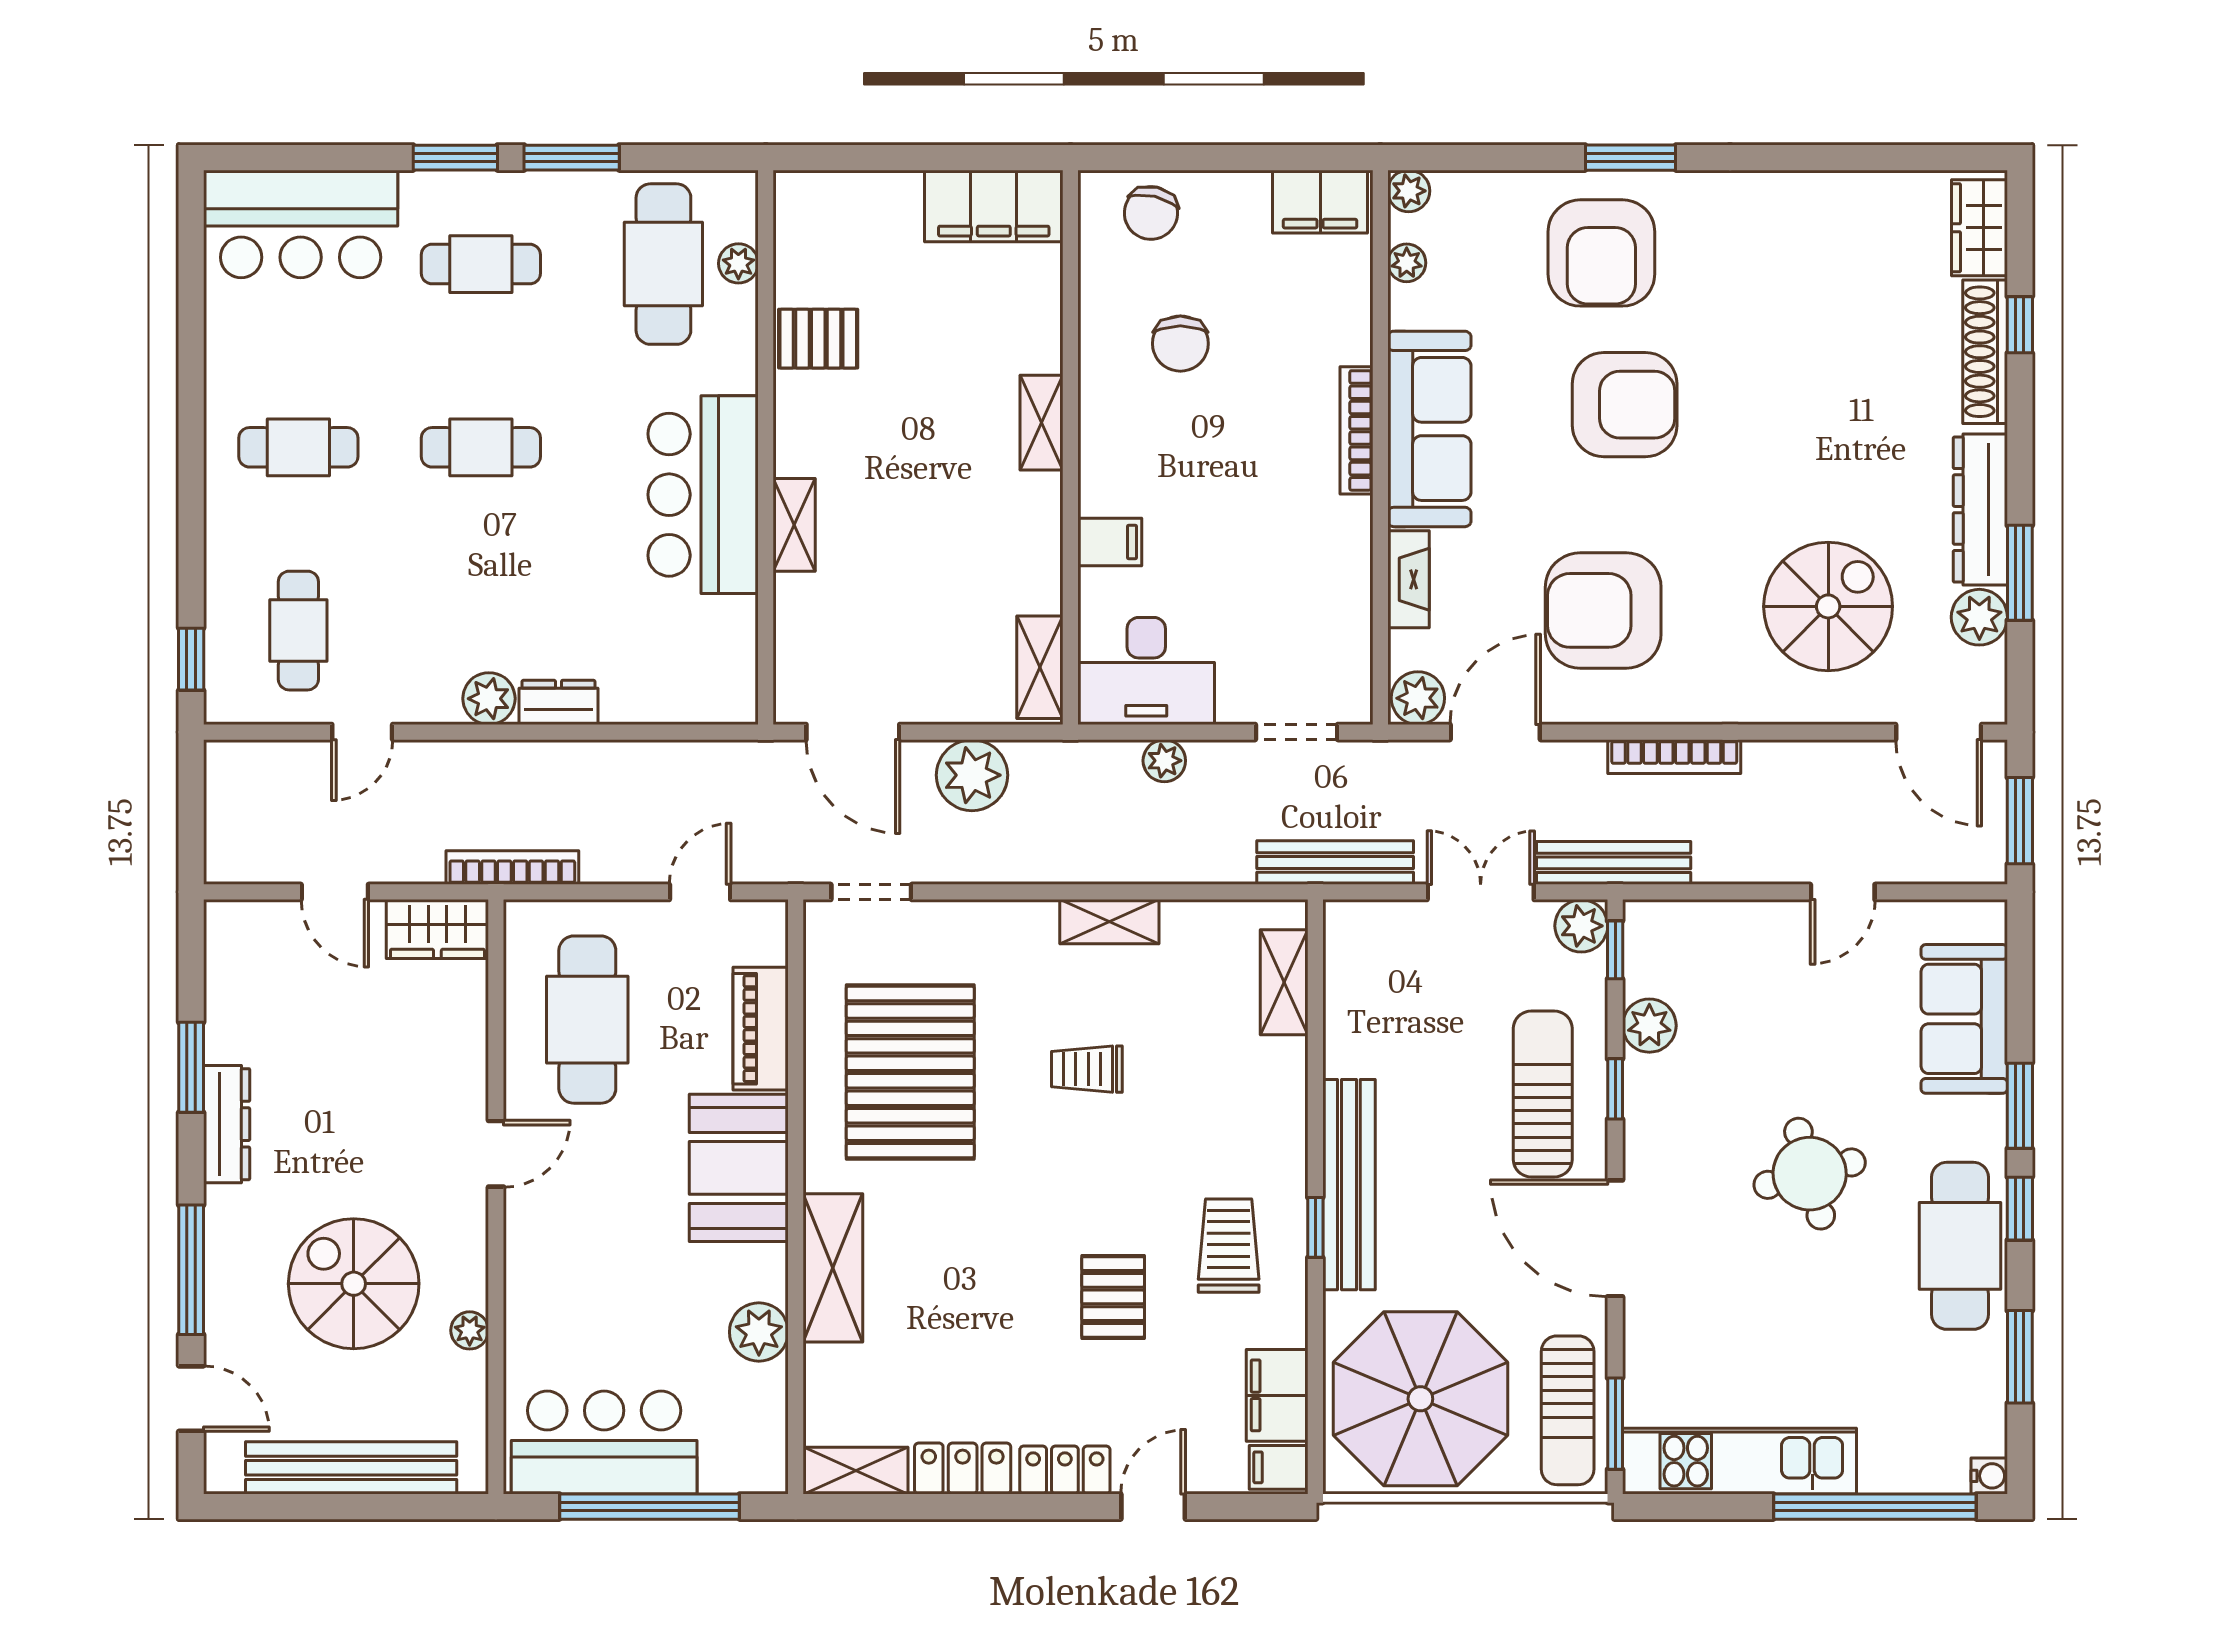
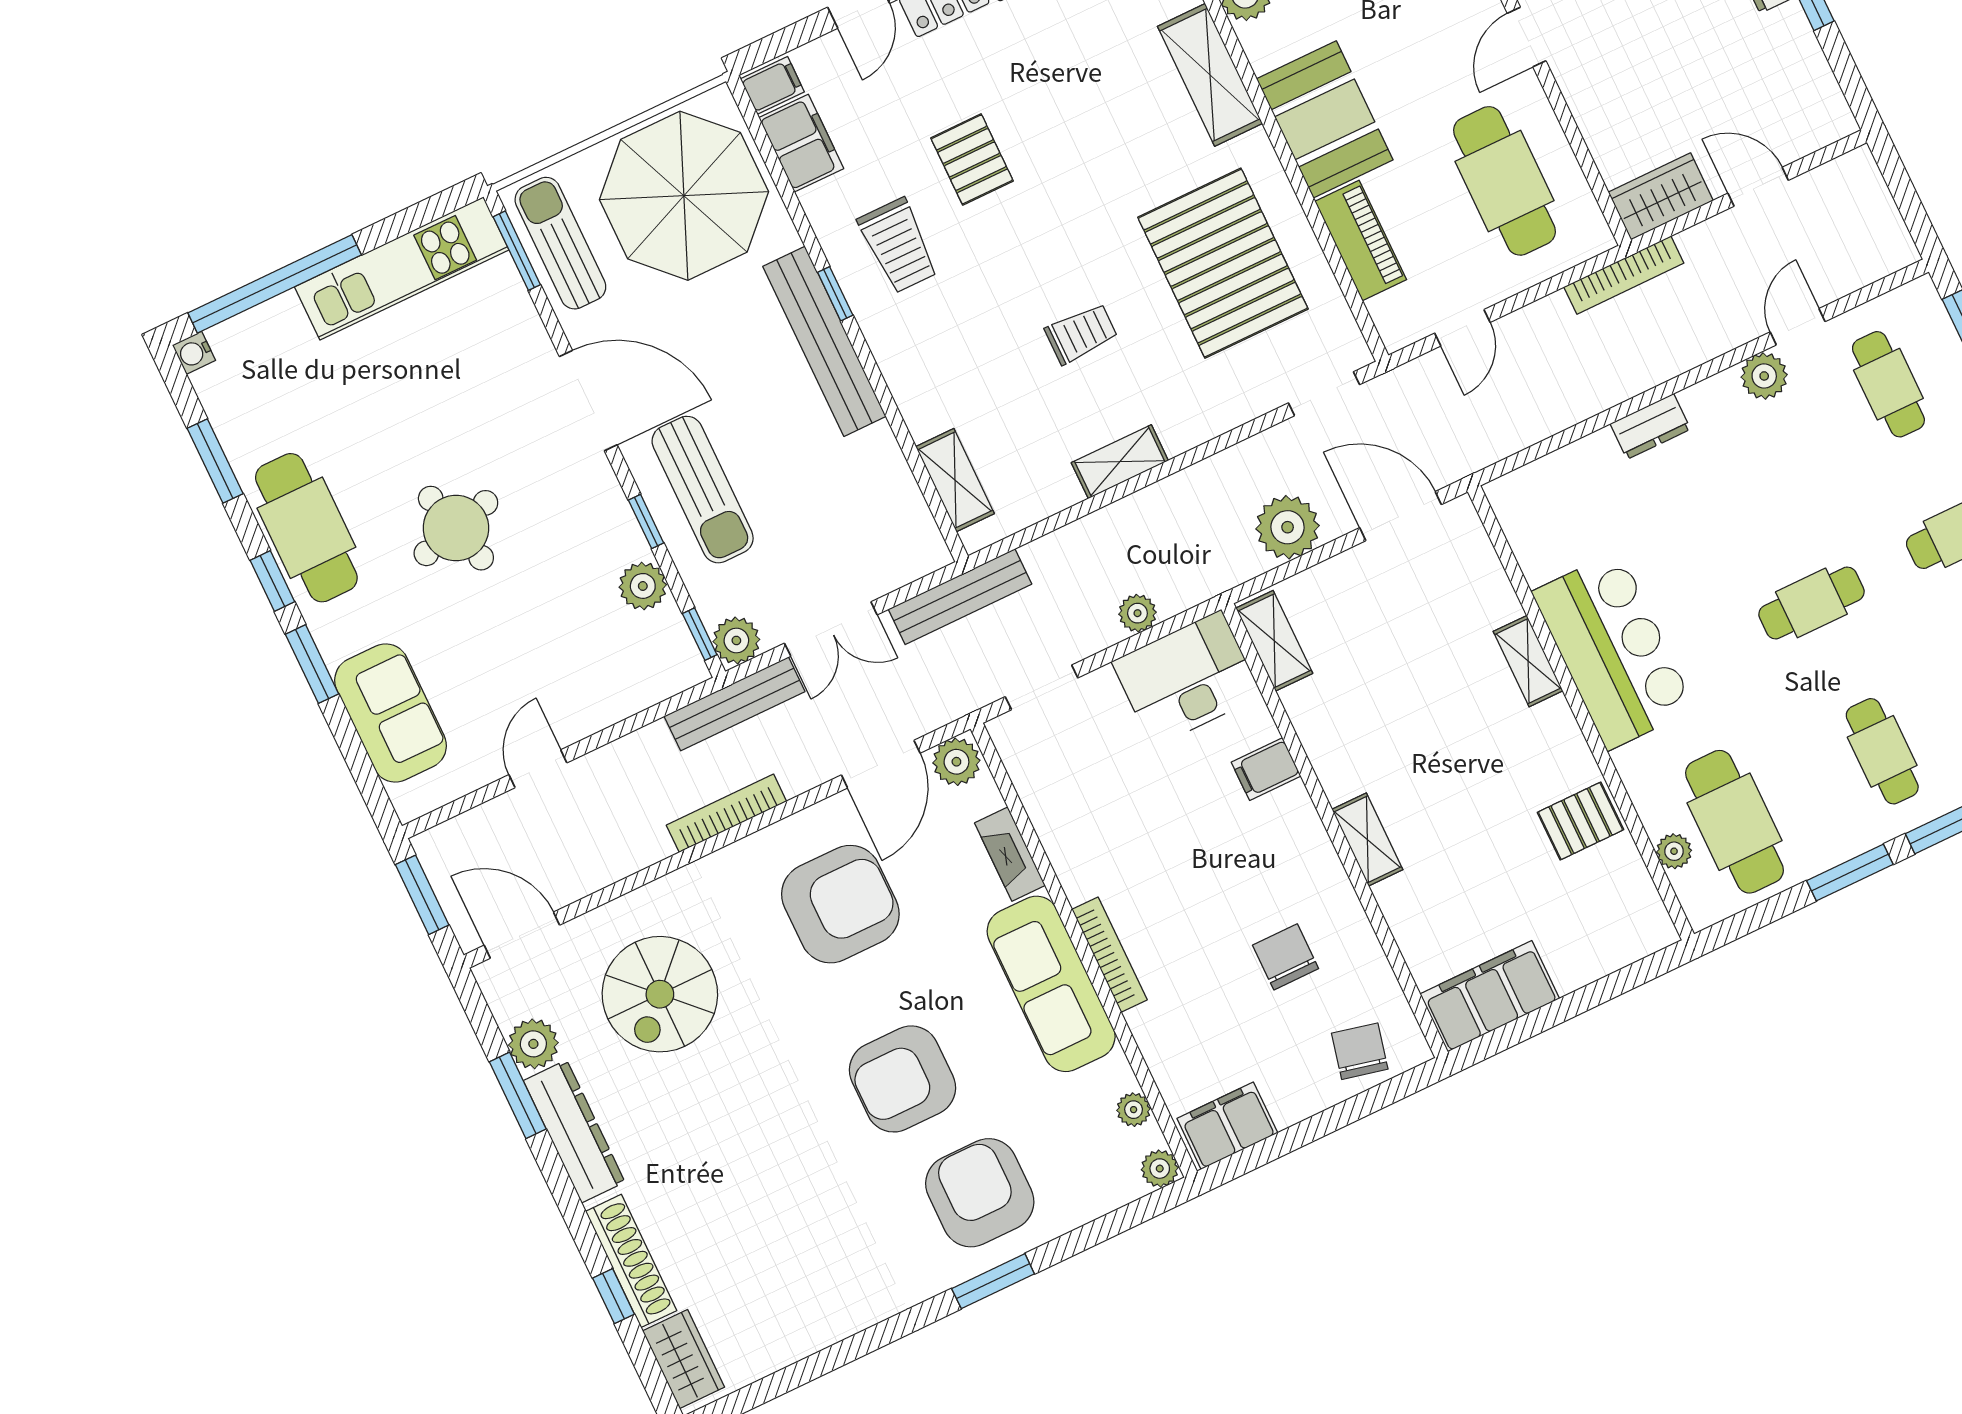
cafe table: (481, 264) -> (1882, 751), turned 90
plant: (489, 699) -> (1764, 376), moved

